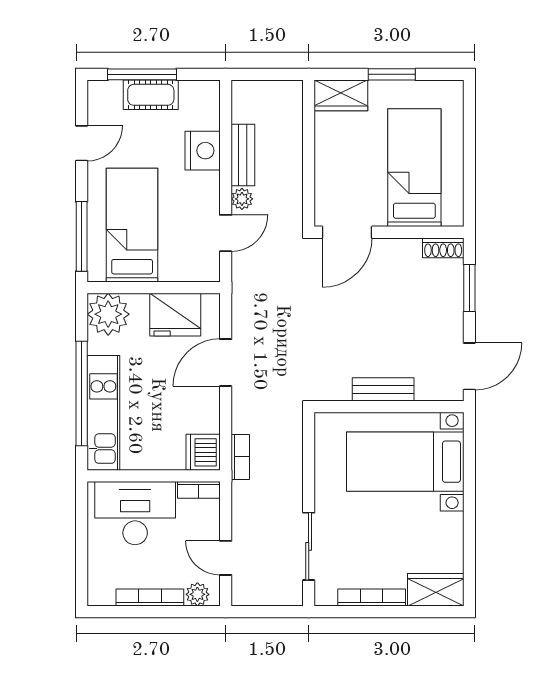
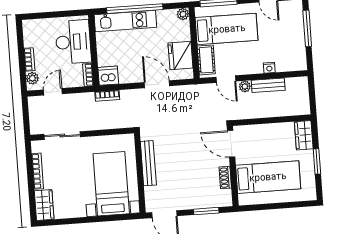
cot: (151, 95) -> (206, 60), moved
nightstand: (203, 151) -> (269, 68), width x0.53, depth x0.56
shoe rack: (443, 248) -> (225, 178), moved
plant: (108, 314) -> (183, 14), width x0.53, depth x0.53
bench: (383, 389) -> (148, 163), width x1.36
bookcase: (150, 597) -> (29, 59), width x0.64

